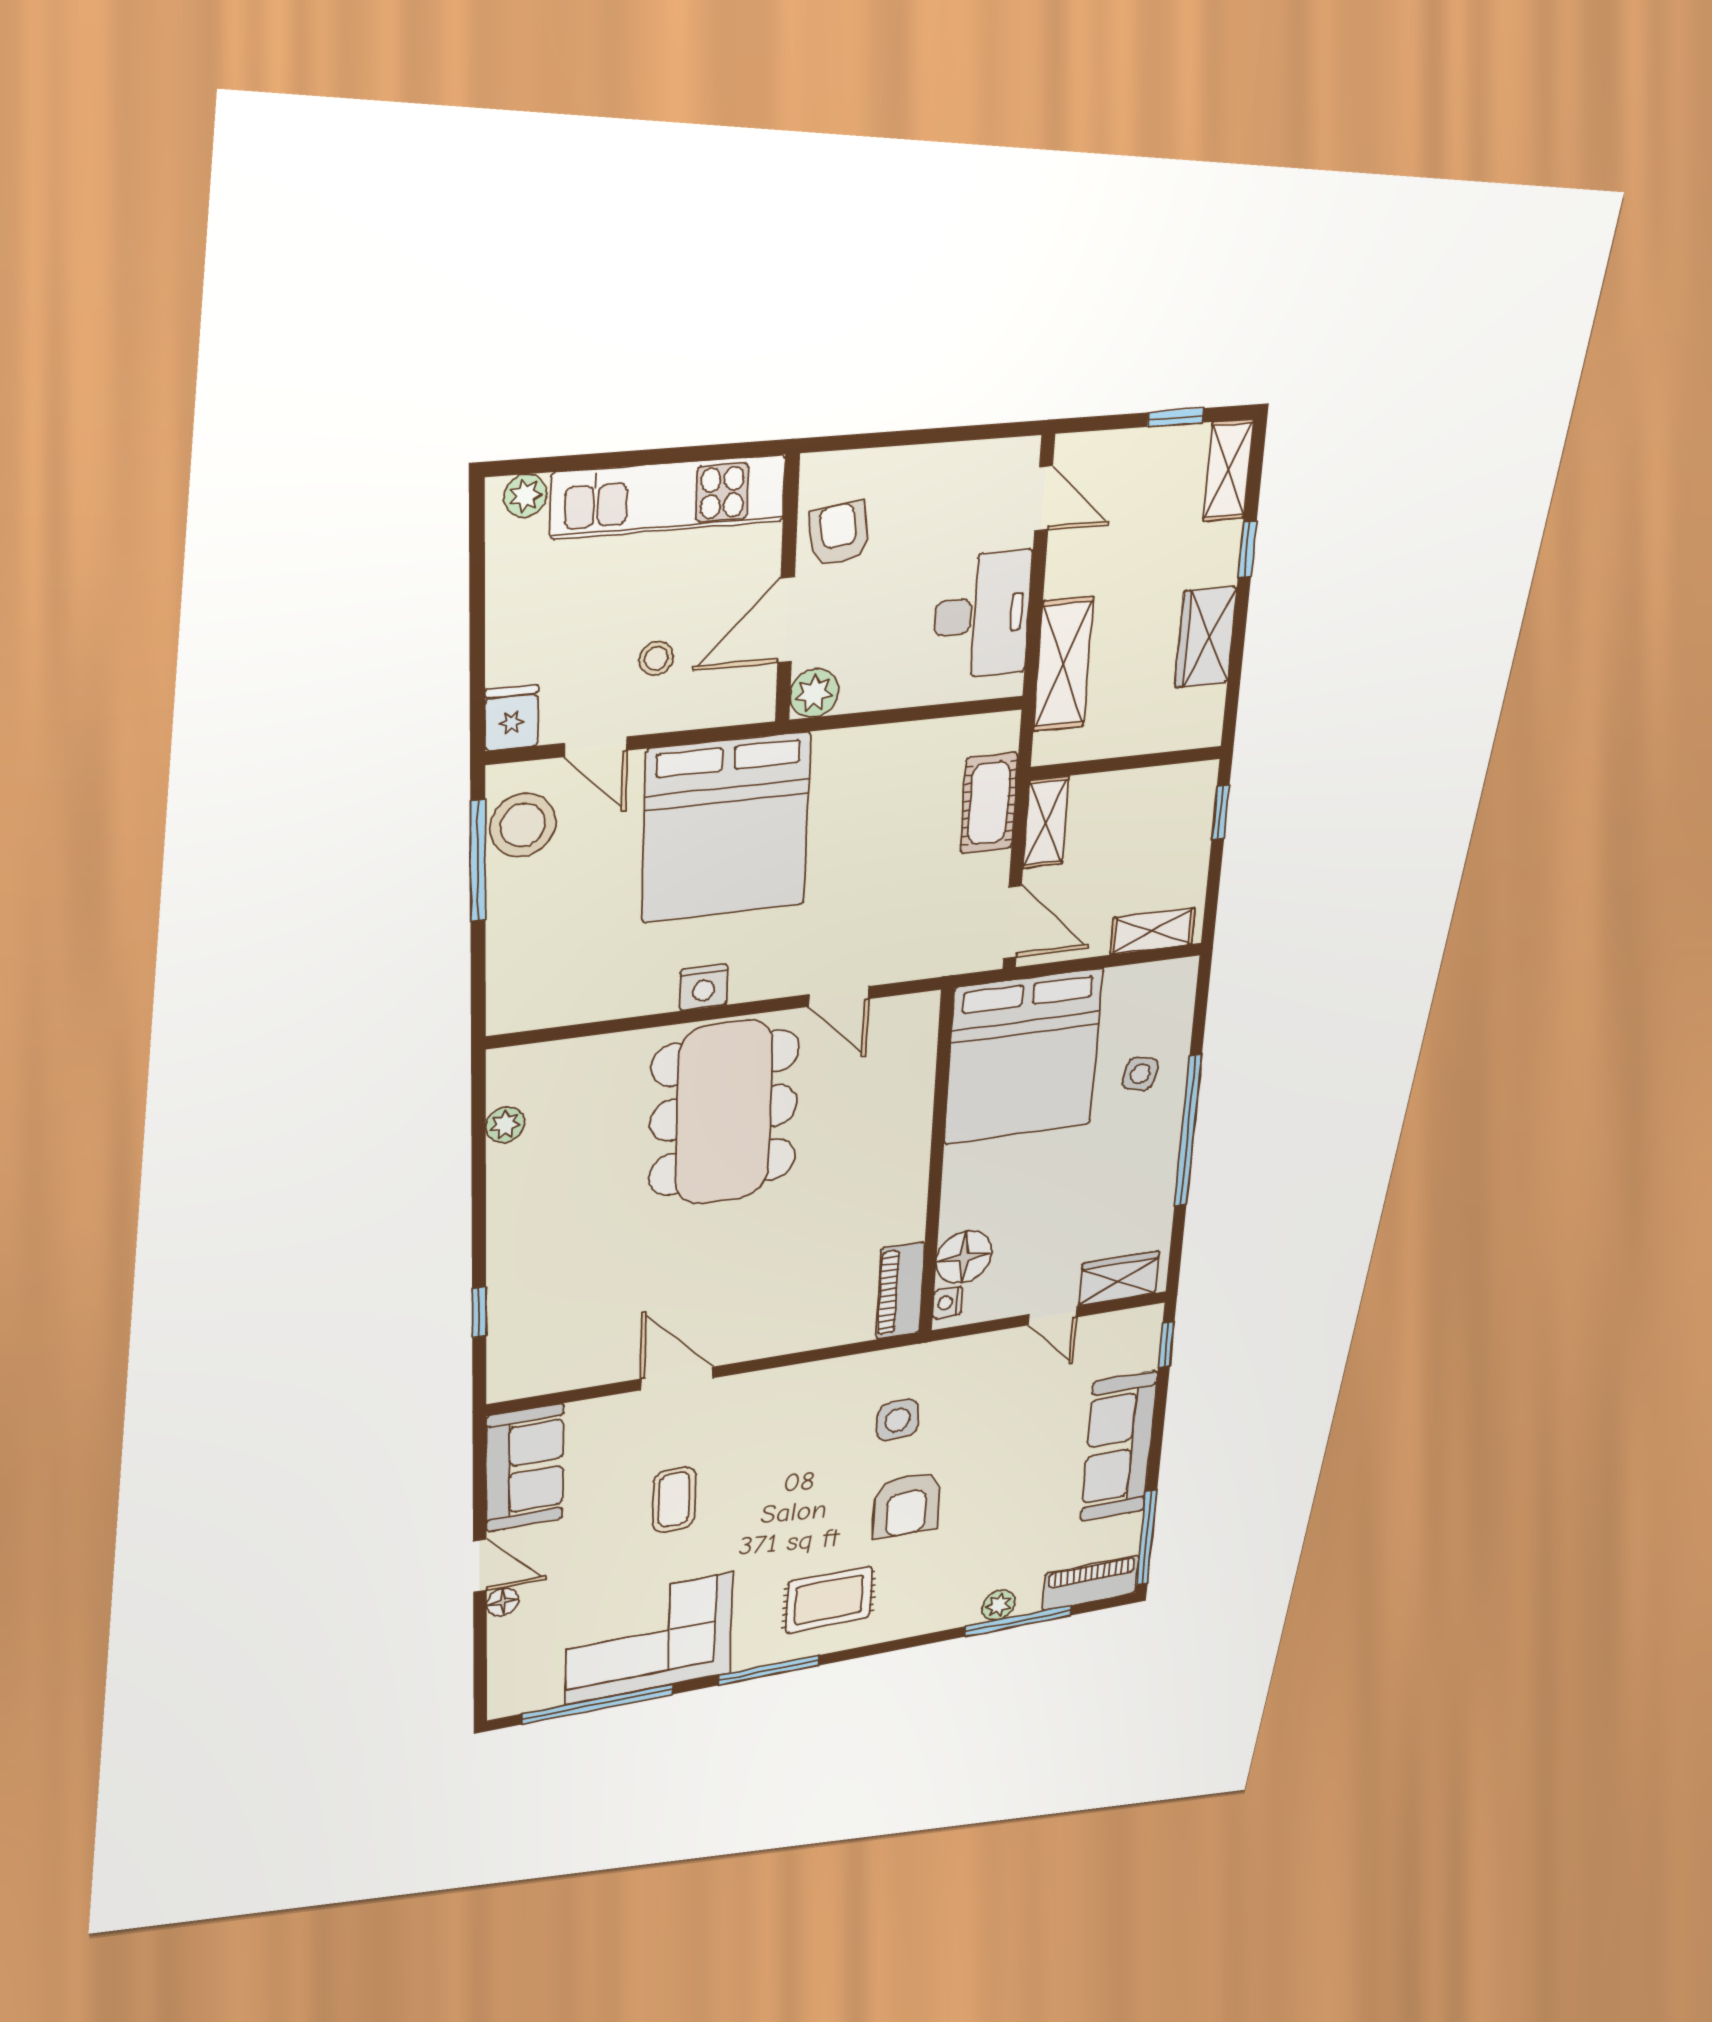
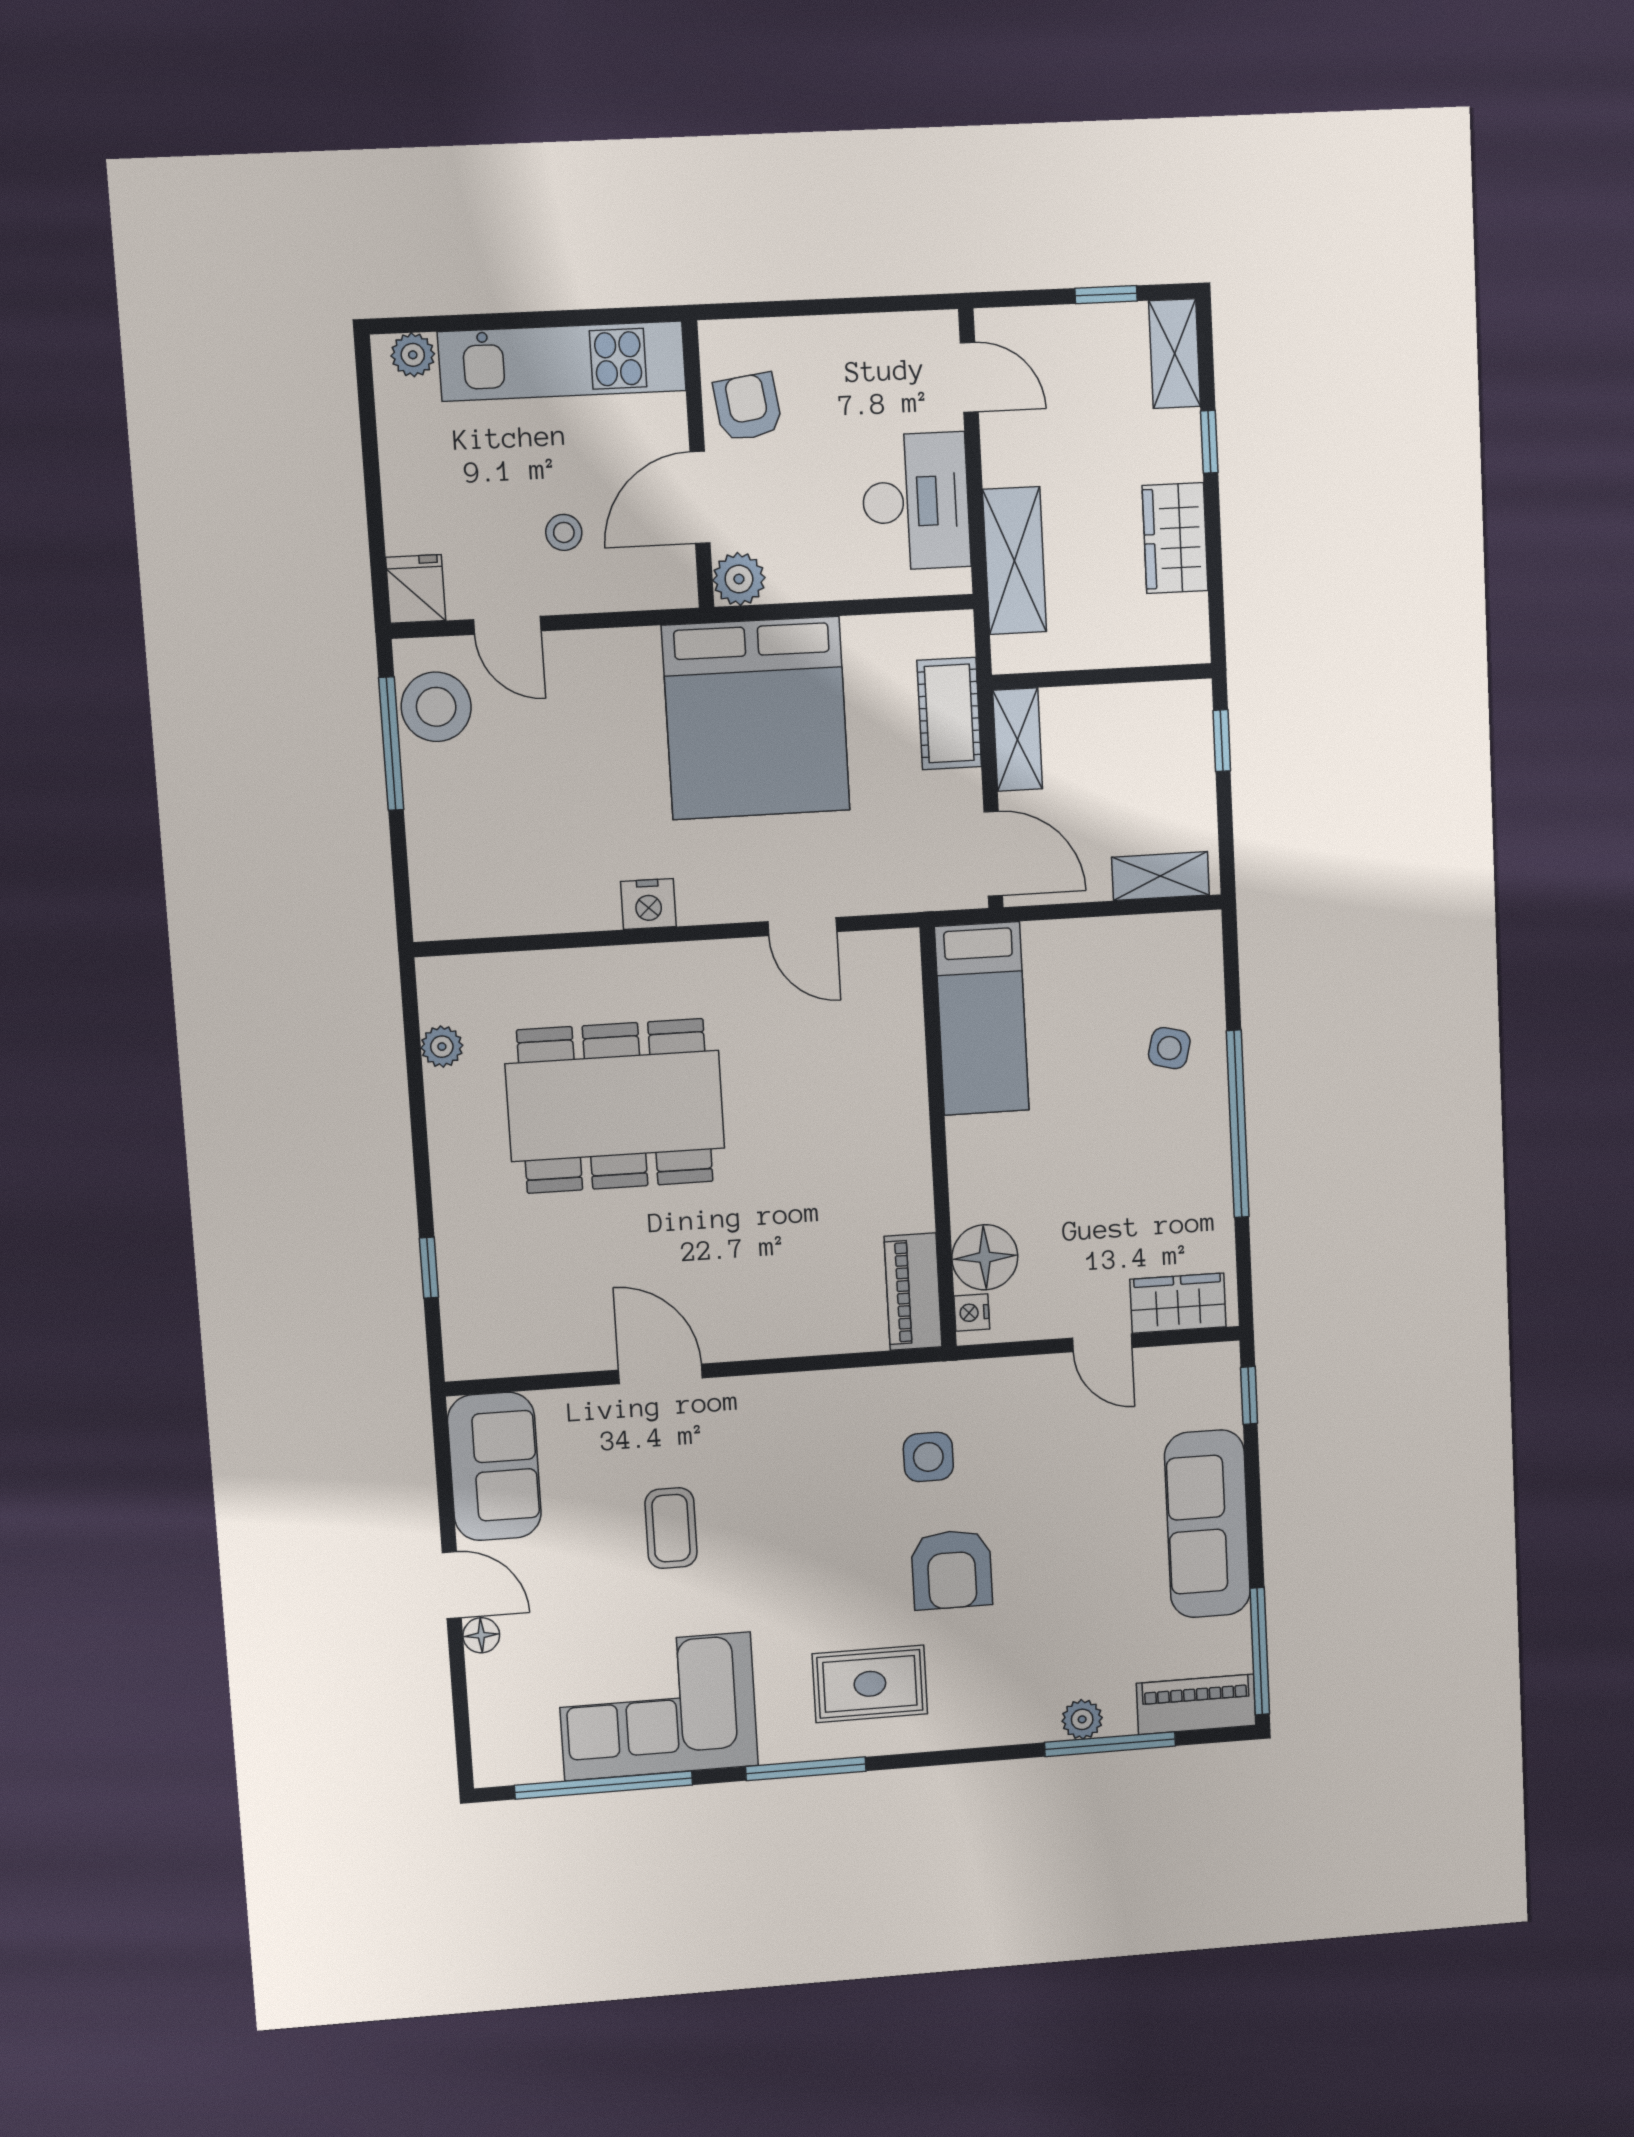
bed: (726, 828) -> (756, 718), moved
bed: (1023, 1057) -> (982, 1019), width x0.49
dining table: (724, 1113) -> (615, 1106), moved, turned 90

